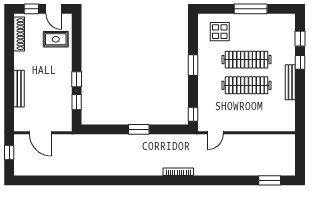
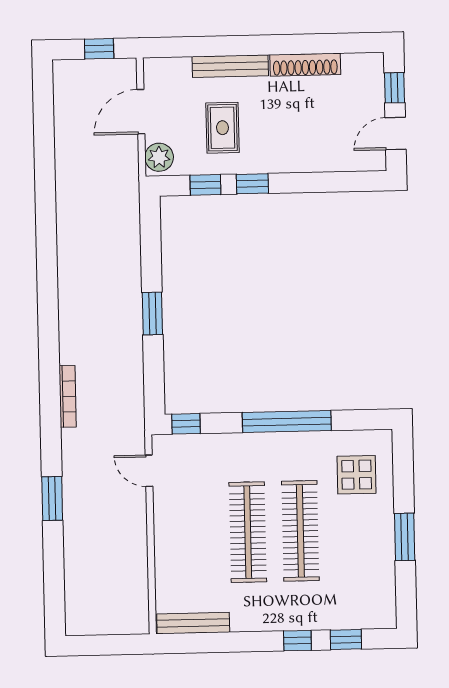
window: (251, 9) -> (405, 537), width x0.69
shoe rack: (19, 34) -> (305, 65), moved
rug: (56, 39) -> (222, 128), moved
window: (193, 65) -> (287, 422), width x2.11
bench: (290, 82) -> (193, 623), moved
plant: (63, 124) -> (159, 157), added
window: (270, 180) -> (52, 498), moved

